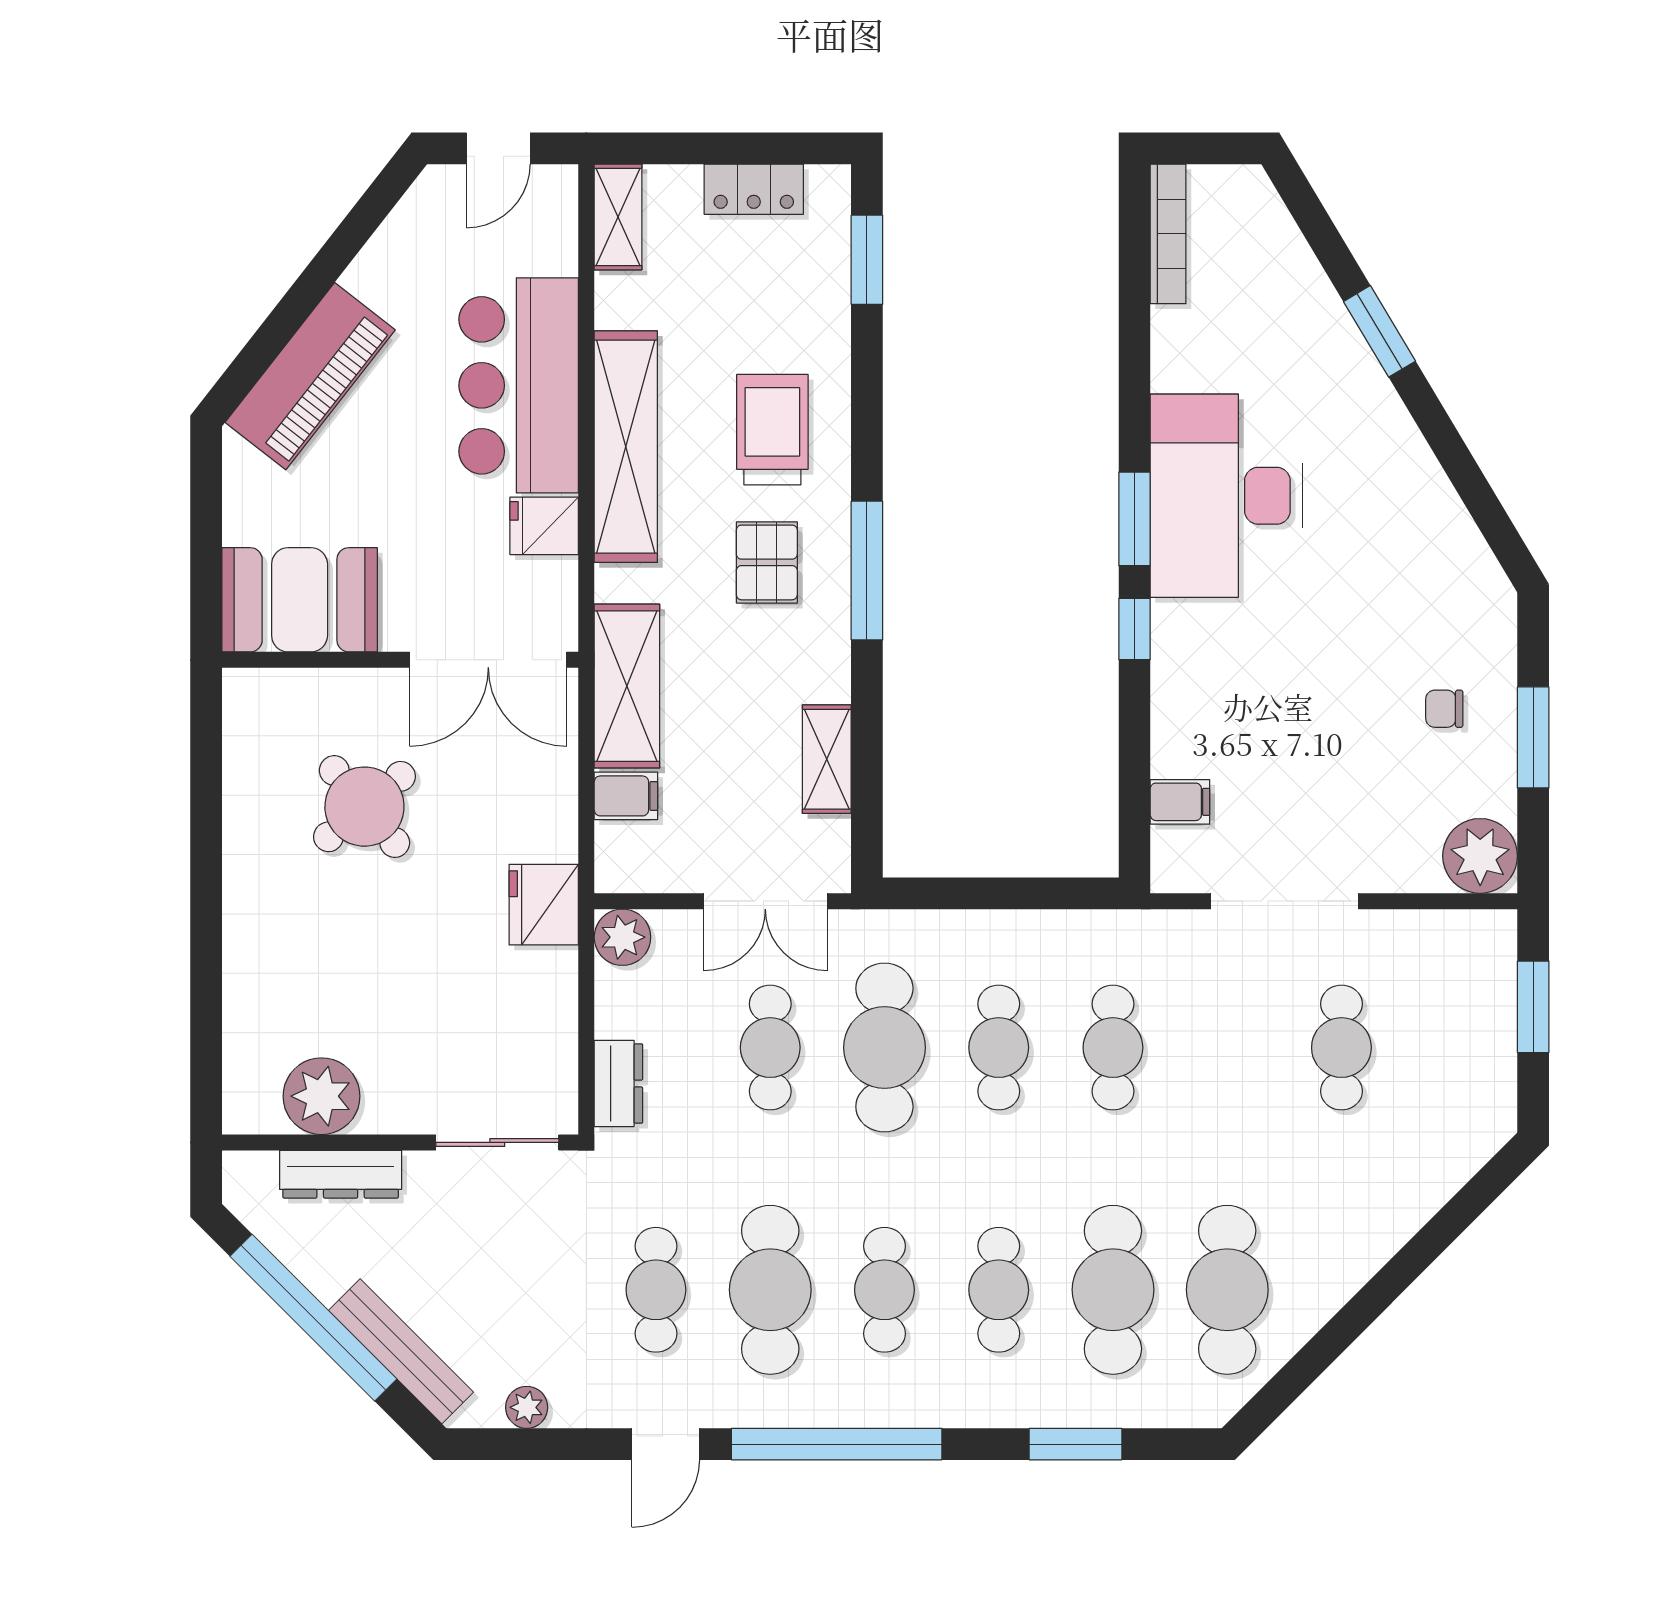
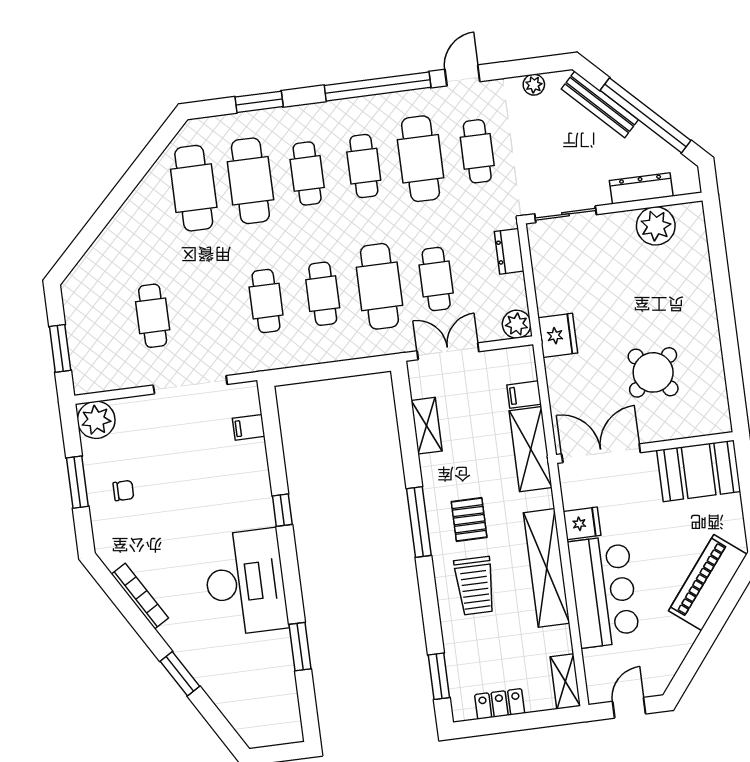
bookcase: (1168, 234) -> (140, 596), moved, turned 149
window: (1135, 519) -> (300, 647), moved

